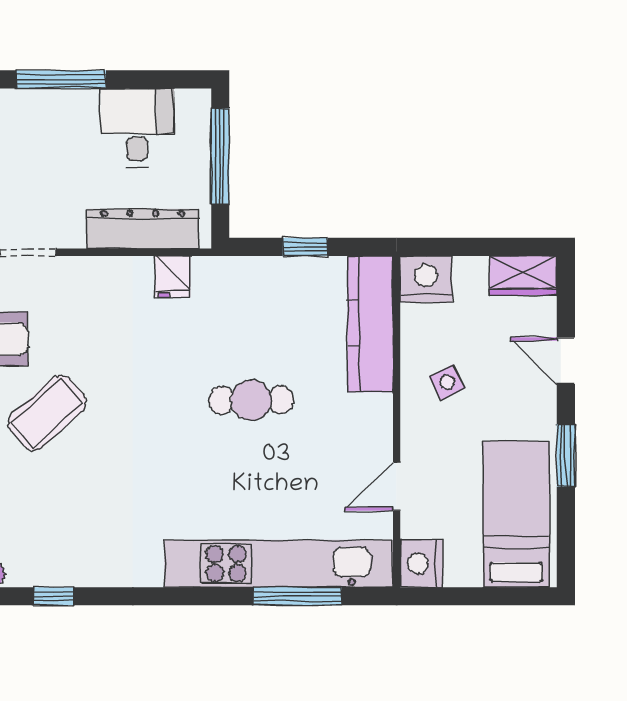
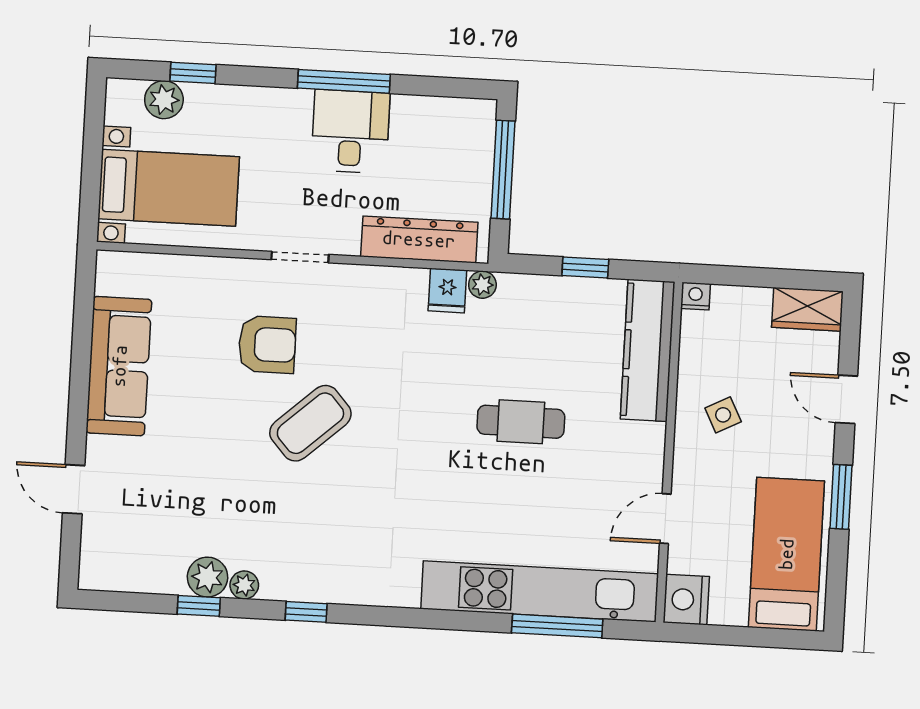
desk: (137, 128) -> (350, 131), moved
plant: (207, 269) -> (482, 285), added
nightstand: (426, 279) -> (695, 296), width x0.53, depth x0.56

